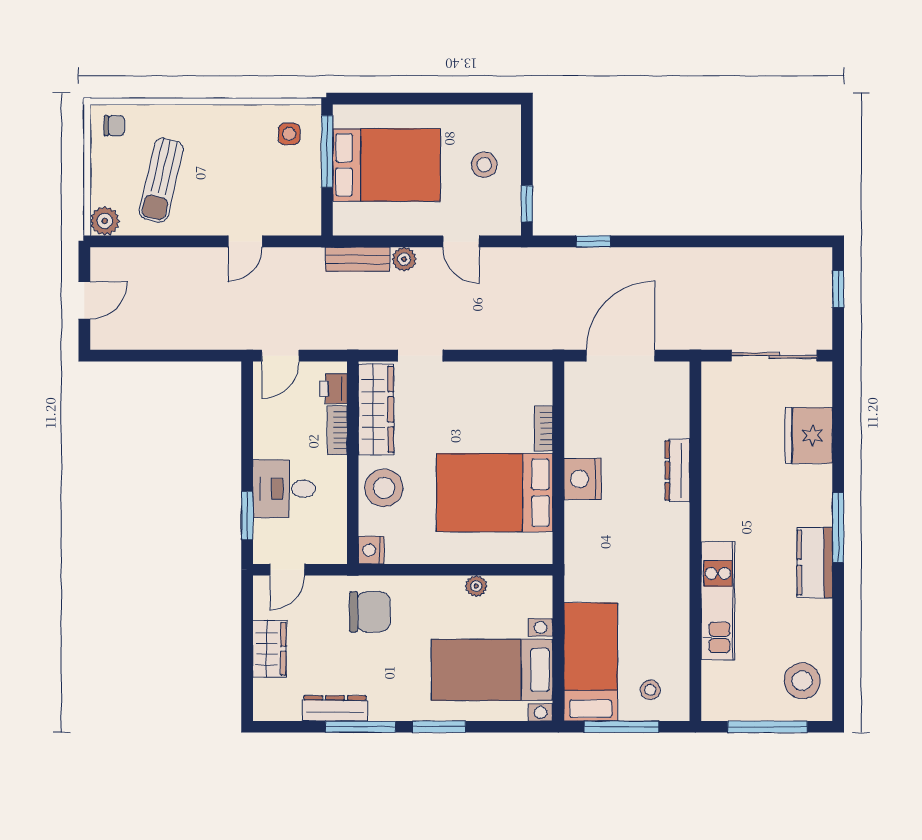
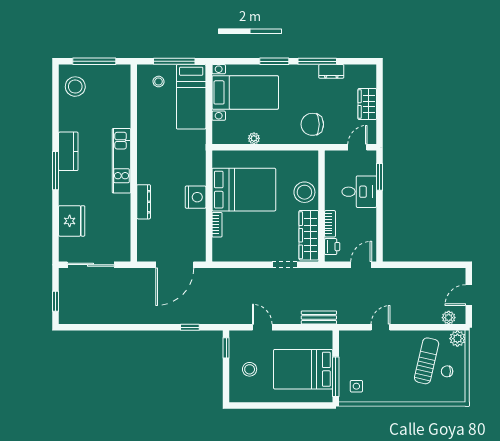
chair: (114, 126) -> (447, 371), moved
plant: (404, 259) -> (449, 318), moved
nightstand: (371, 550) -> (311, 158), removed
kitchen unit: (718, 601) -> (121, 161), moved
dresser: (335, 708) -> (331, 71), width x0.70

